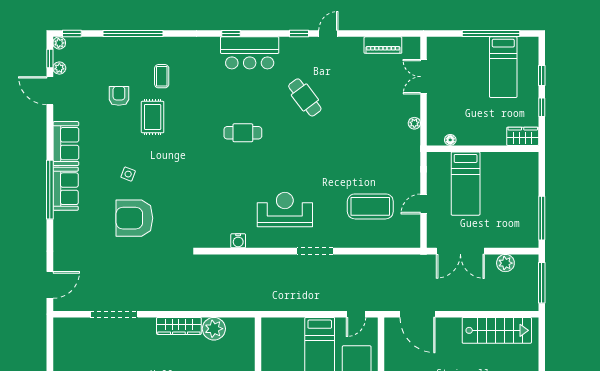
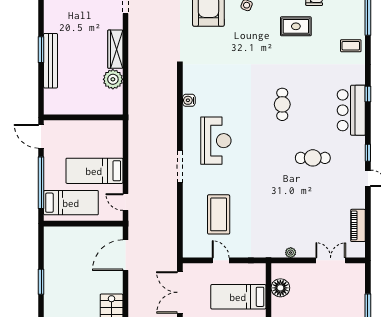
coffee table: (162, 76) -> (351, 46), moved
cafe table: (305, 97) -> (313, 158), turned 37
floor lamp: (450, 140) -> (280, 288), width x1.89, depth x1.89

